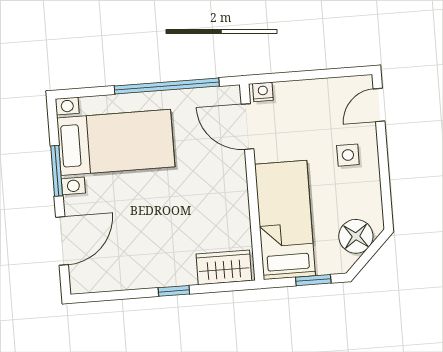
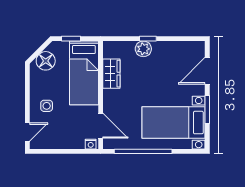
wardrobe: (224, 267) -> (111, 74), moved, turned -90
plant: (181, 272) -> (143, 49), added

